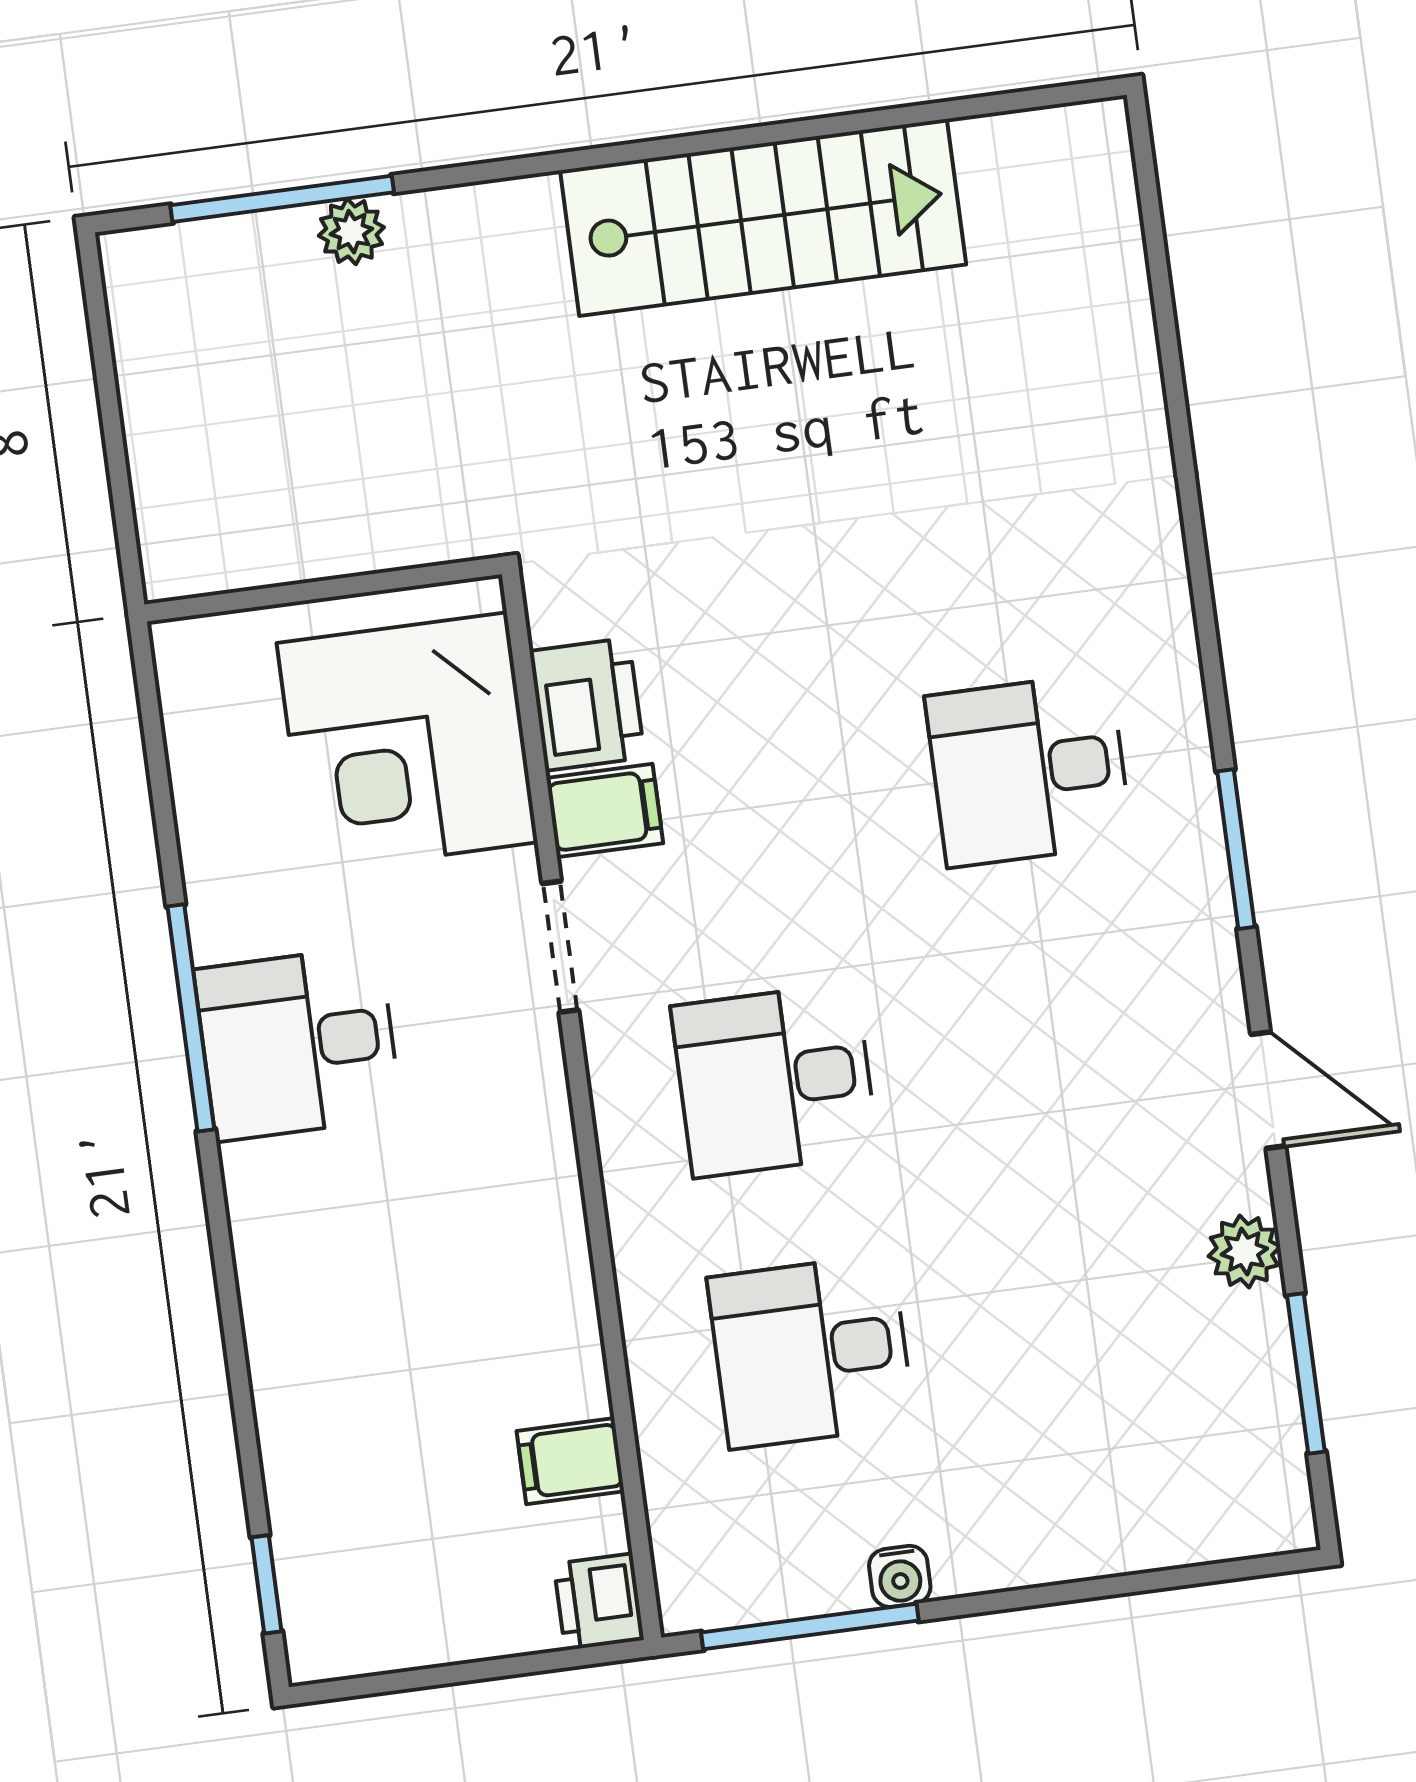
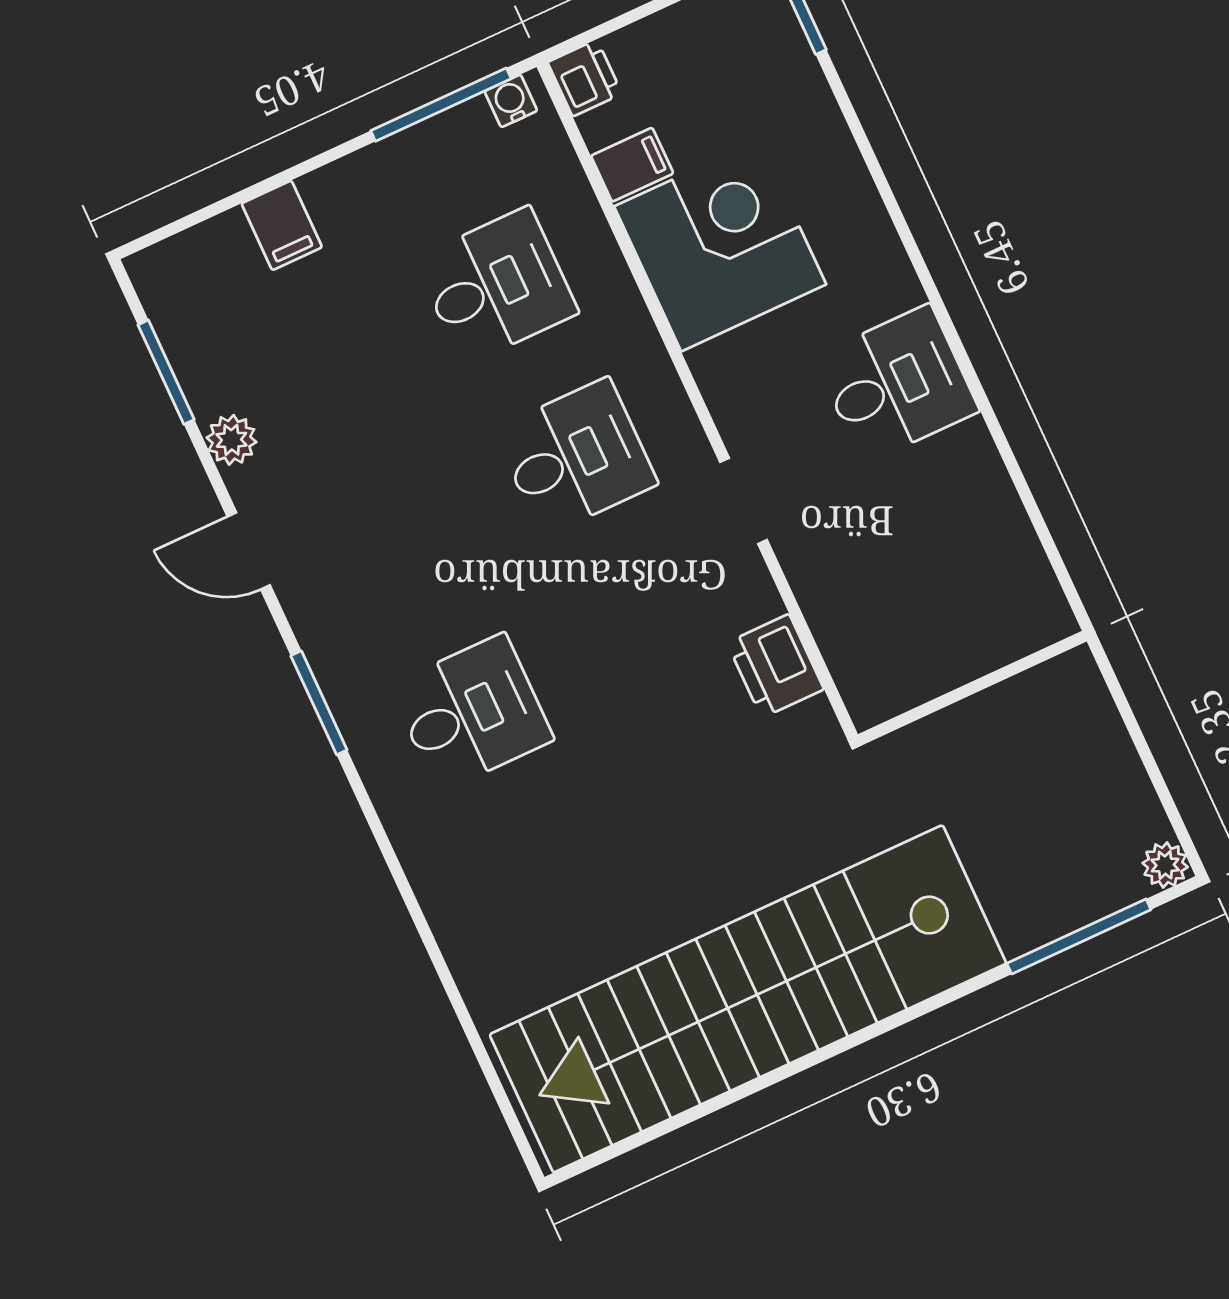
stairs: (763, 217) -> (748, 999), width x1.86, depth x1.51
plant: (351, 232) -> (1165, 865), moved
corner desk: (407, 743) -> (720, 245), moved
filing cabinet: (605, 811) -> (282, 225), moved, turned -90
window: (191, 1018) -> (972, 379), removed
water cooler: (900, 1576) -> (511, 101), moved

